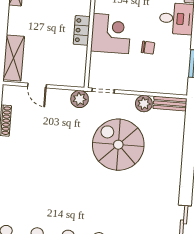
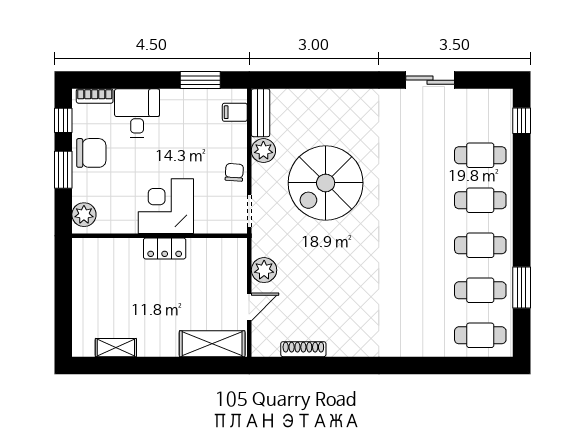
chair: (148, 48) -> (234, 172), moved
filing cabinet: (172, 86) -> (235, 112), added
plant: (80, 99) -> (264, 270), moved

